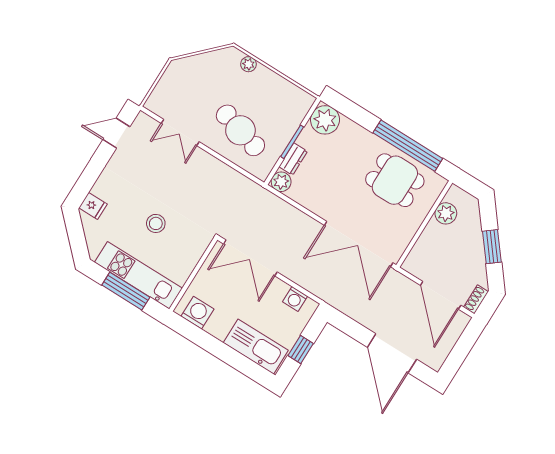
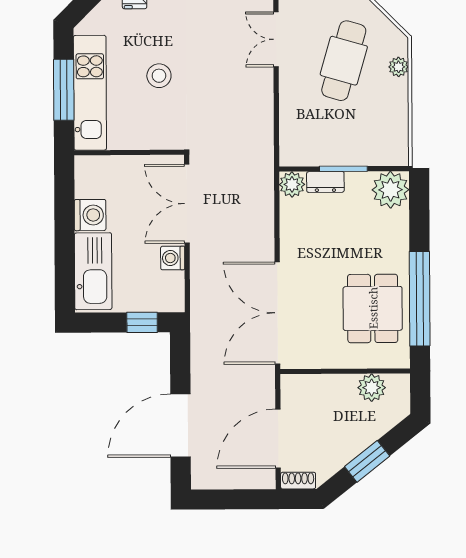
cafe table: (240, 130) -> (344, 61), moved
washing machine: (295, 299) -> (173, 258), moved
washing machine: (197, 313) -> (90, 215), moved
window: (301, 350) -> (142, 322), moved

